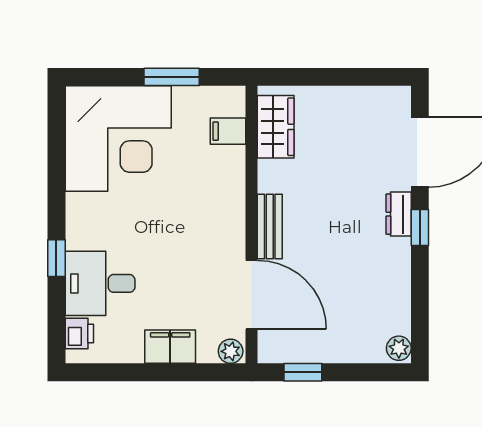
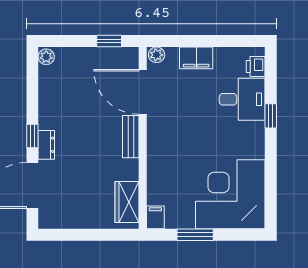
filing cabinet: (228, 131) -> (155, 217), moved, turned -90

